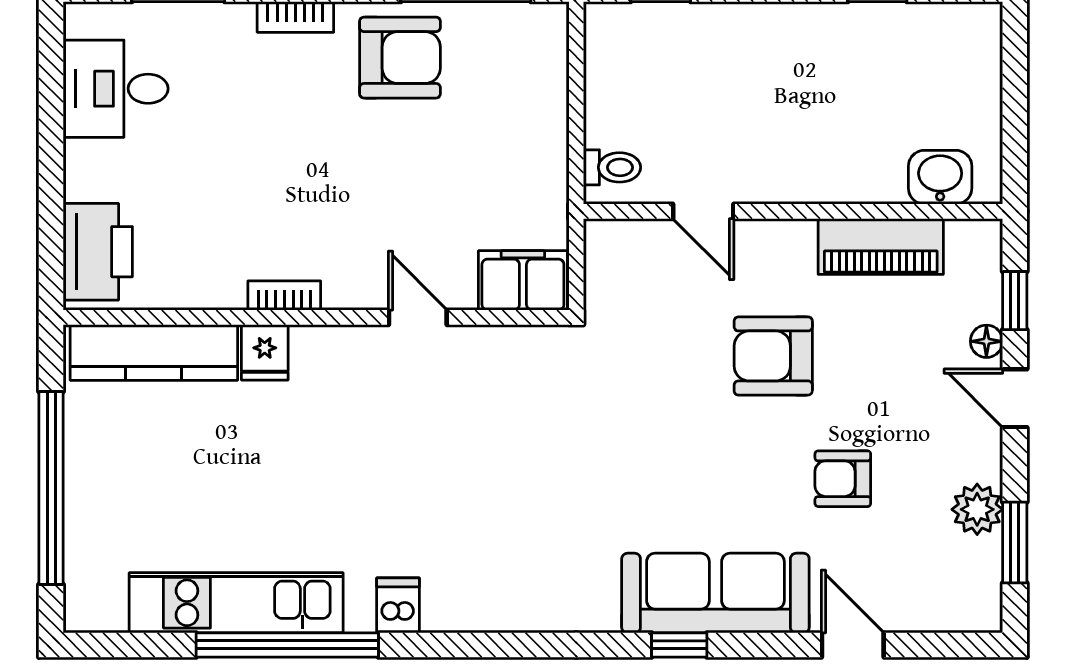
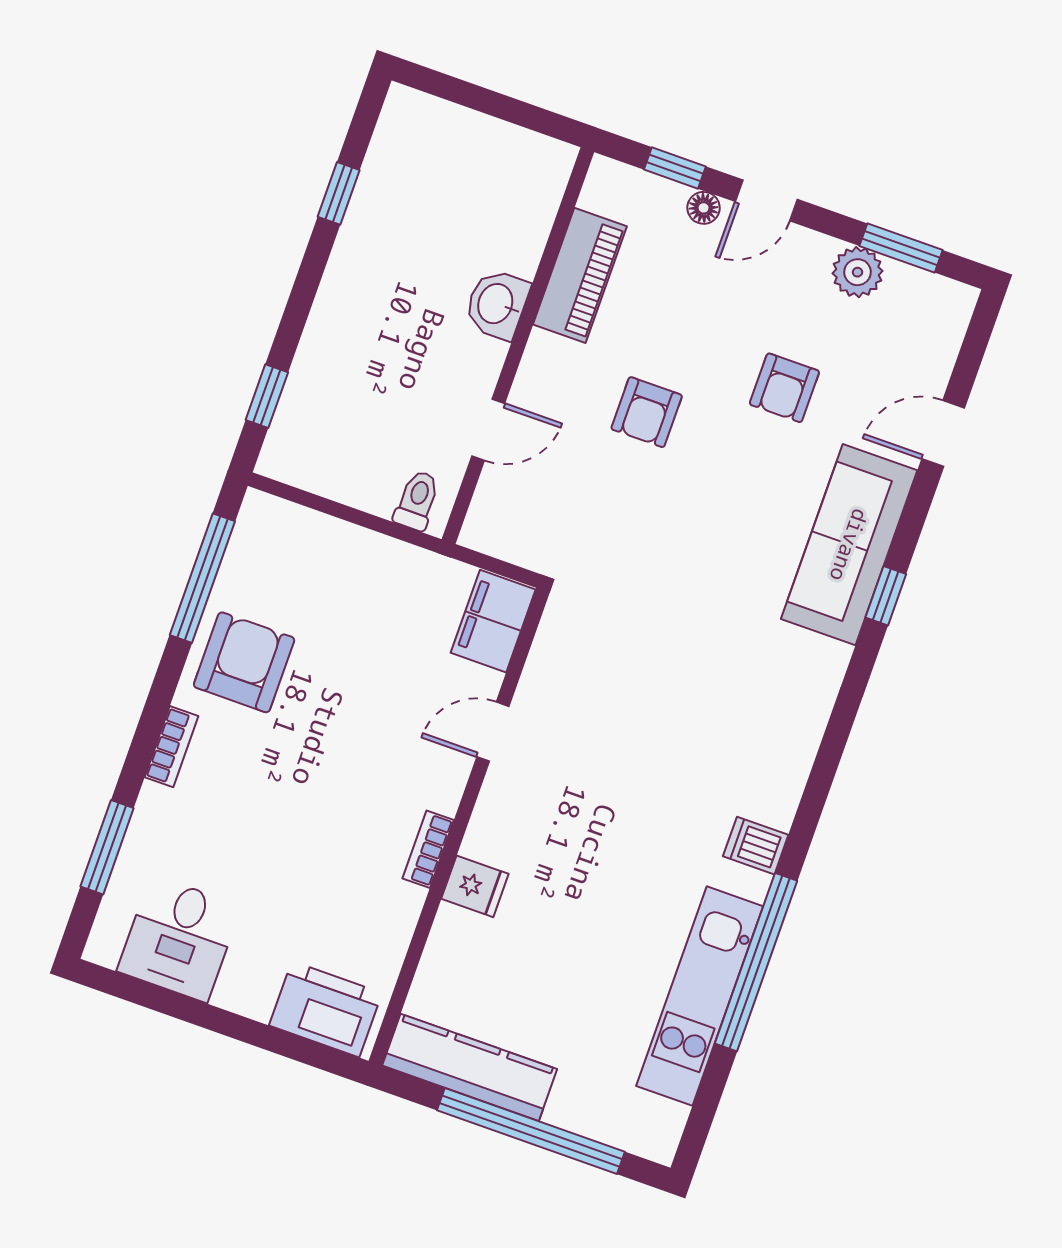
washbasin: (940, 177) -> (497, 304), moved
kitchen counter: (154, 352) -> (470, 1067), moved, turned -90
armchair: (773, 356) -> (647, 412), width x0.72, depth x0.72

